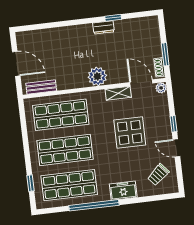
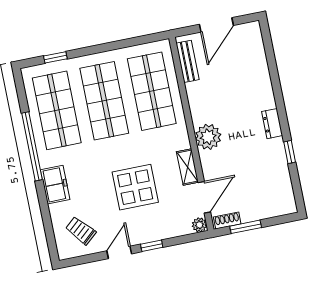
dresser: (104, 27) -> (272, 124), moved

